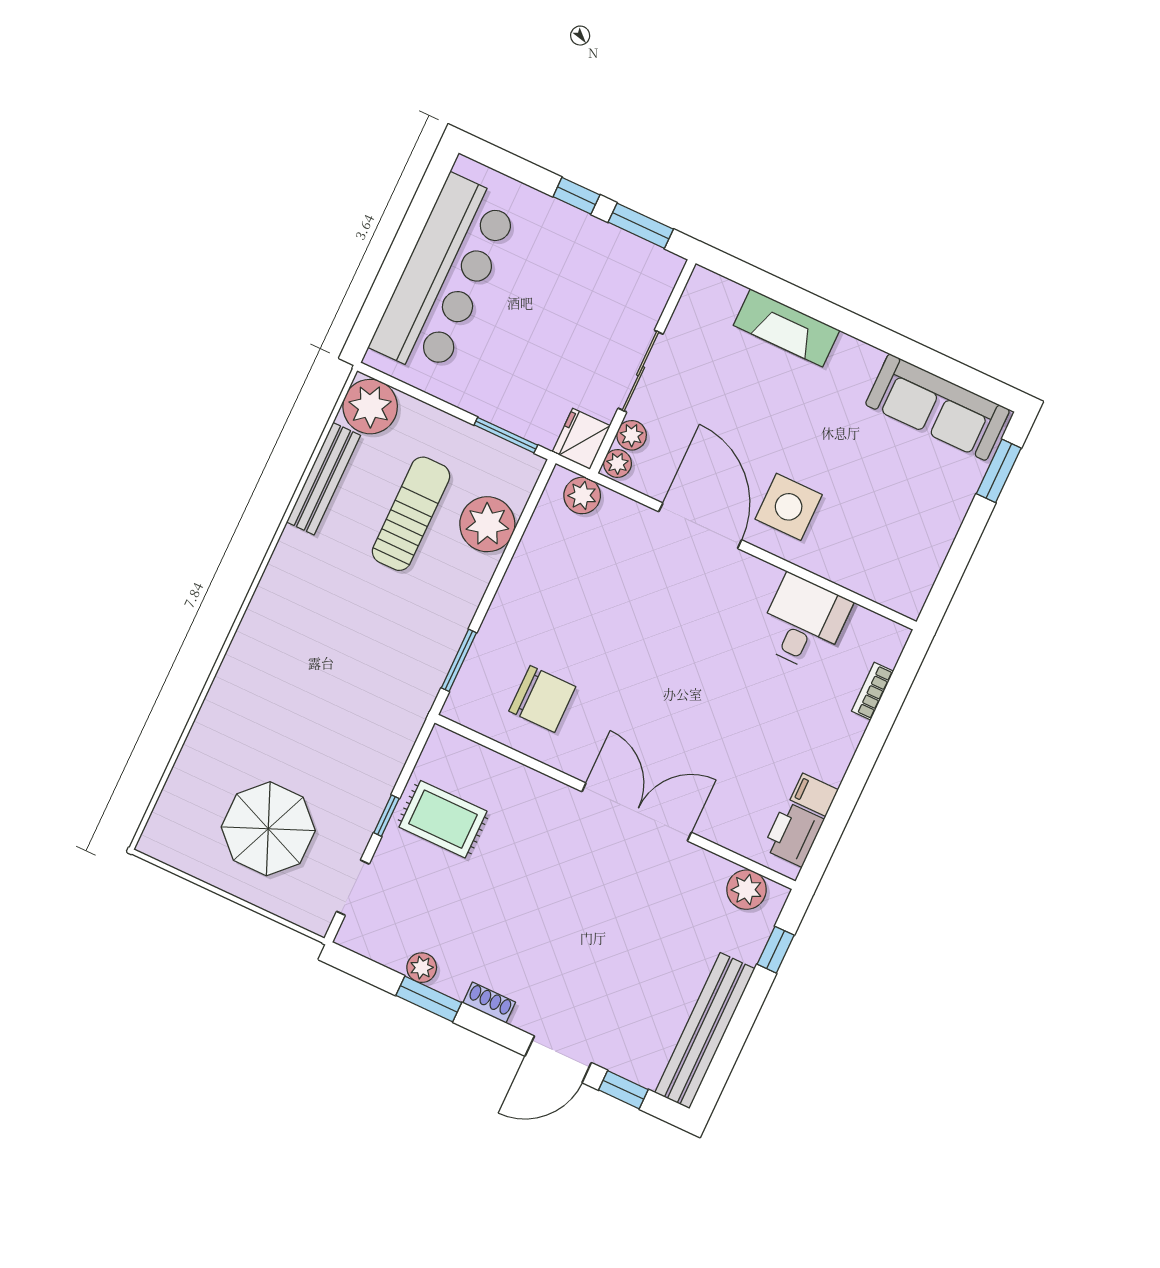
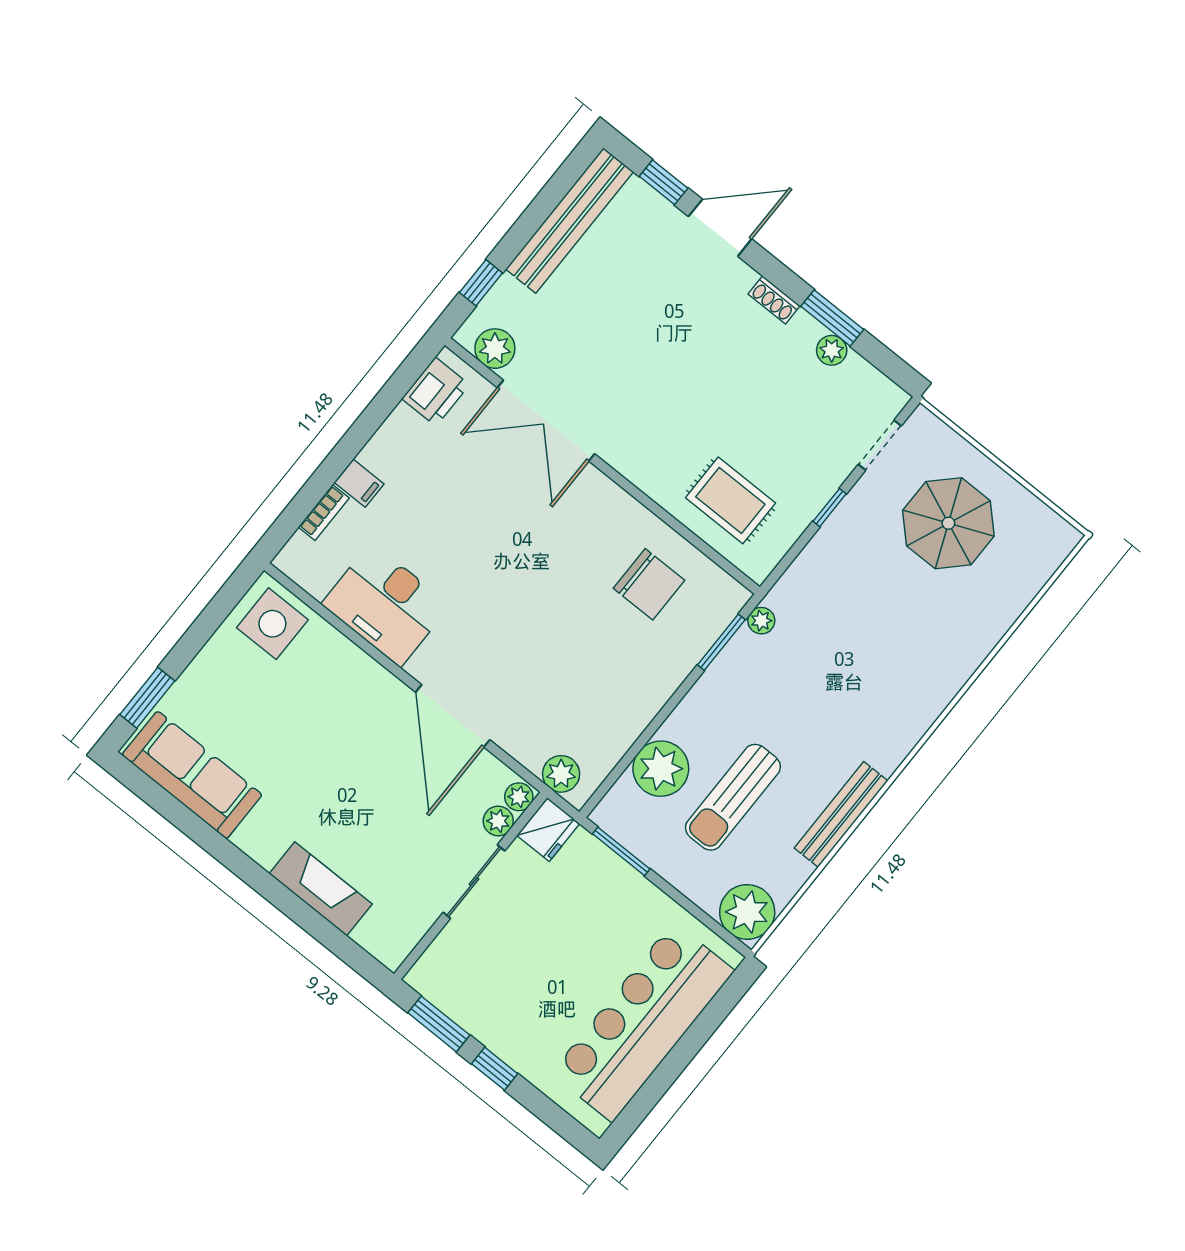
bench: (323, 479) -> (841, 814), moved
side table: (789, 507) -> (272, 624), moved
desk: (804, 623) -> (386, 605), width x1.37
plant: (425, 691) -> (761, 621), added
chair: (542, 699) -> (649, 584), turned 180
filing cabinet: (814, 795) -> (359, 483), moved
double door: (637, 812) -> (546, 421), moved
rug: (443, 819) -> (730, 500), moved

